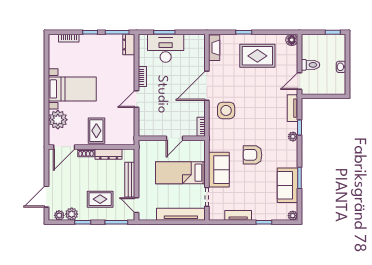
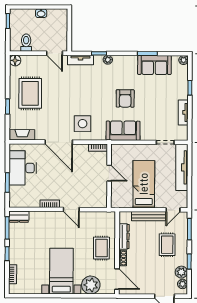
desk: (166, 48) -> (23, 168), moved
toilet: (310, 65) -> (26, 43), moved
rug: (96, 131) -> (101, 248), turned 90
sofa: (219, 170) -> (123, 131), moved
bed: (180, 173) -> (144, 184), moved, turned 180

